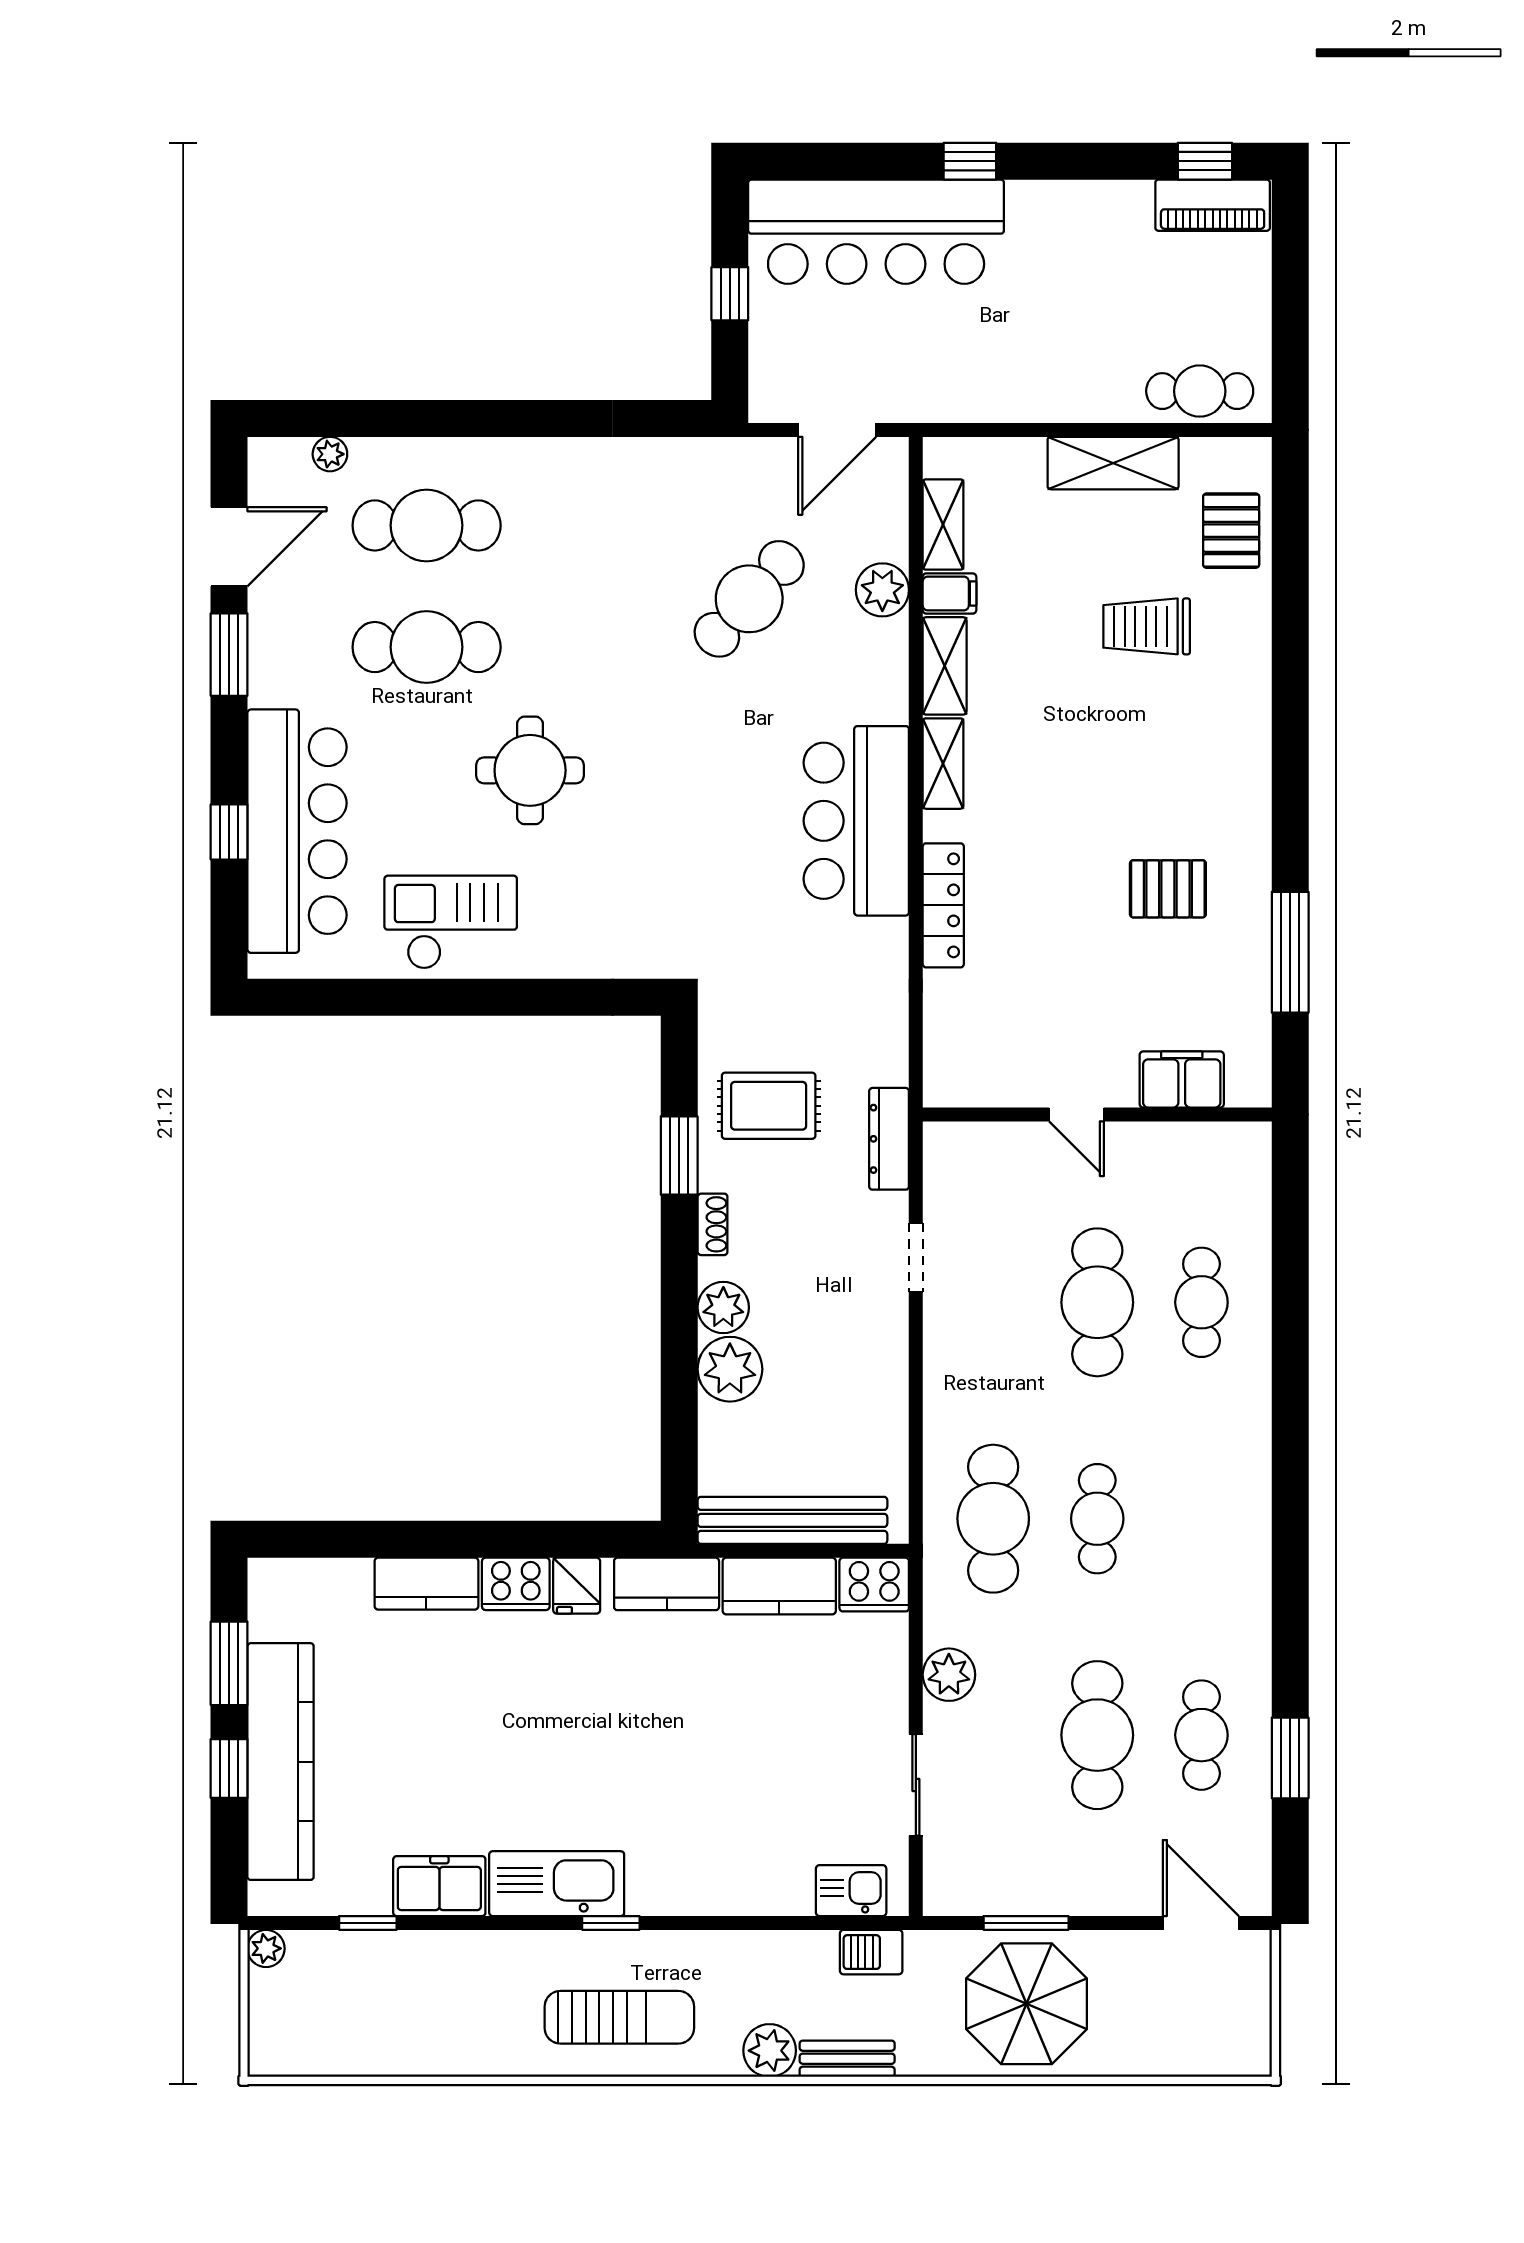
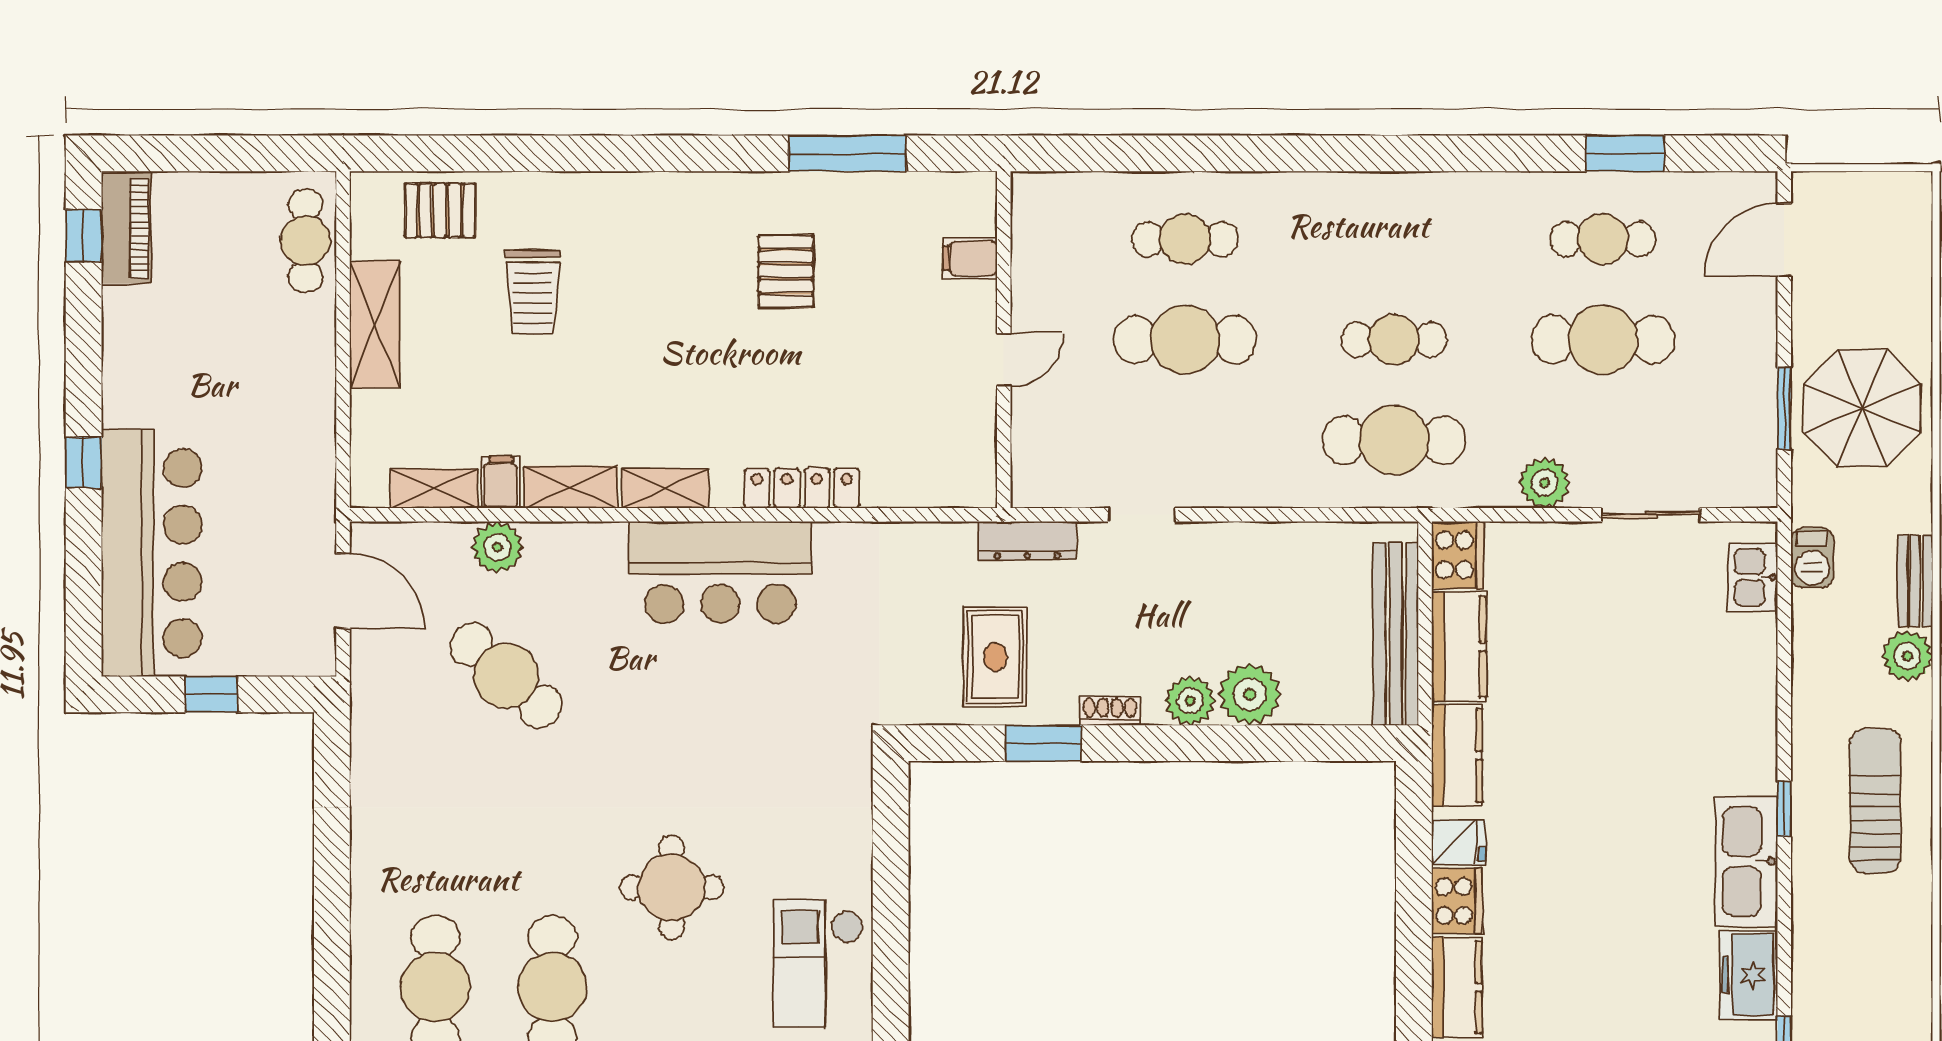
filing cabinet: (1182, 1079) -> (970, 258), width x0.50

